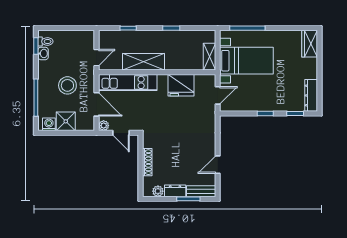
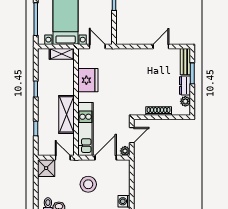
shower: (66, 121) -> (46, 168), moved
door: (218, 165) -> (161, 46), swing flipped

